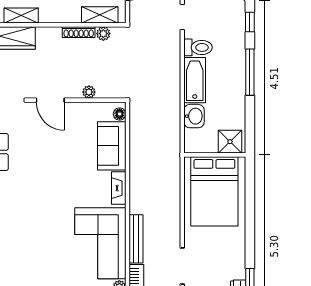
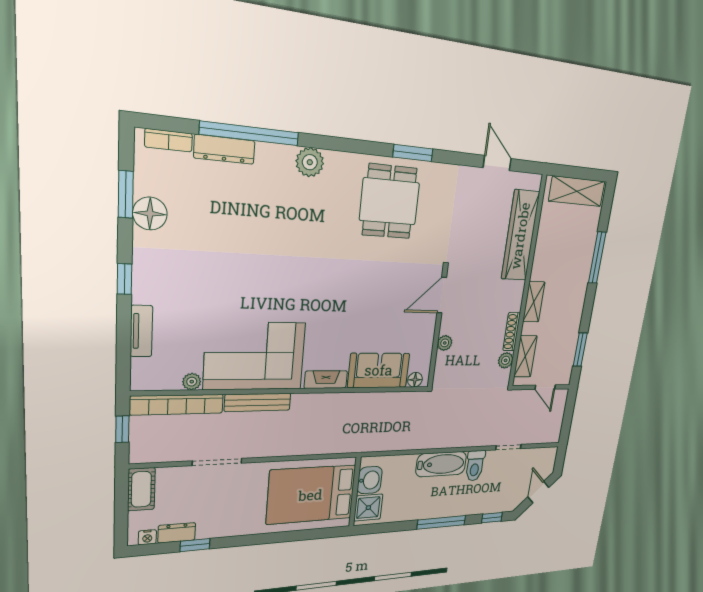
shelving: (21, 15) -> (534, 302), moved
washbasin: (194, 116) -> (370, 480), moved, turned -90

